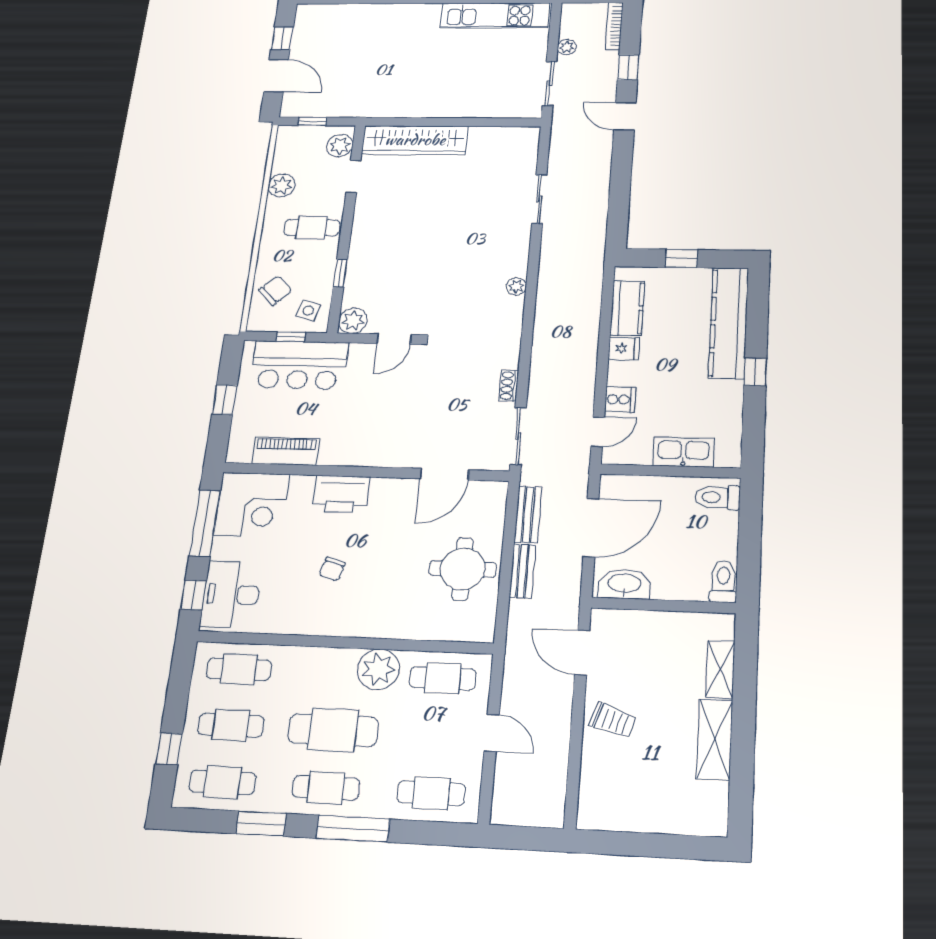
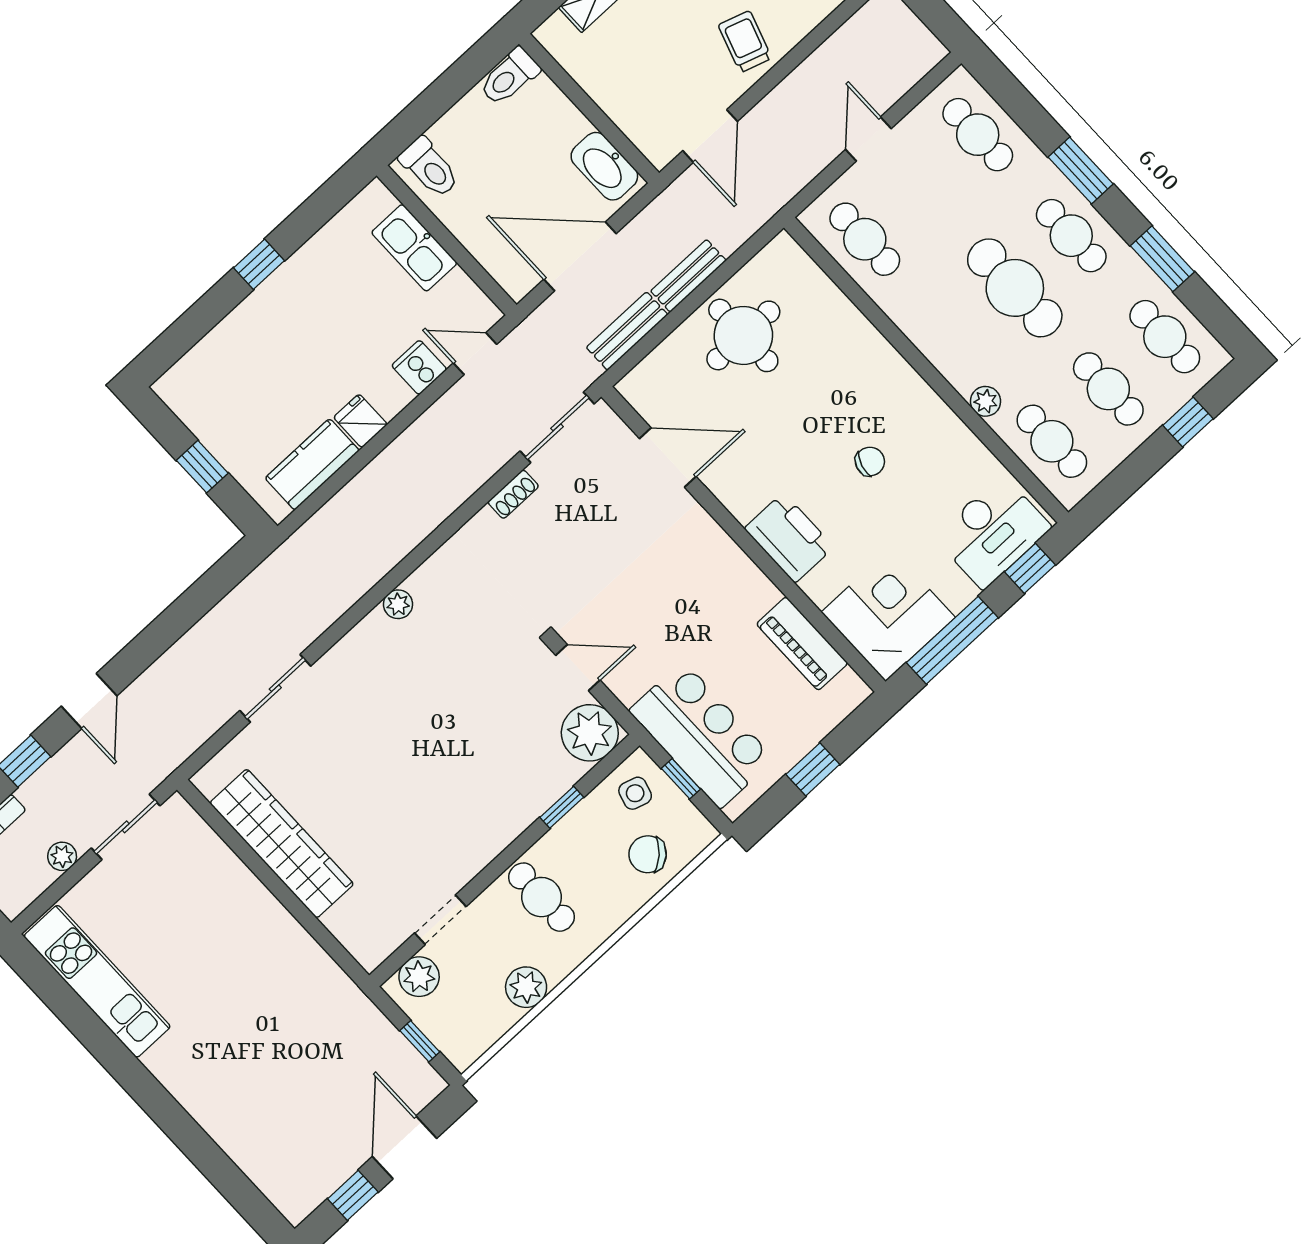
wardrobe: (415, 140) -> (282, 843), moved
plant: (353, 321) -> (590, 733), width x1.36, depth x1.36
kitchen counter: (729, 323) -> (230, 345), removed
plant: (378, 669) -> (985, 401), moved, width x0.53, depth x0.53
window: (353, 829) -> (1081, 170), width x0.69

